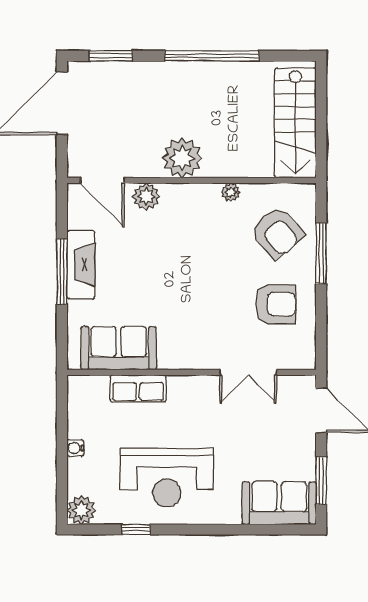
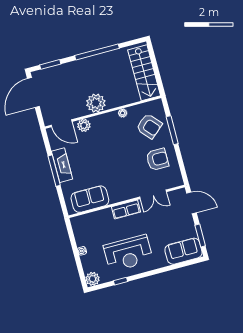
row of seats: (138, 388) -> (126, 209), moved

